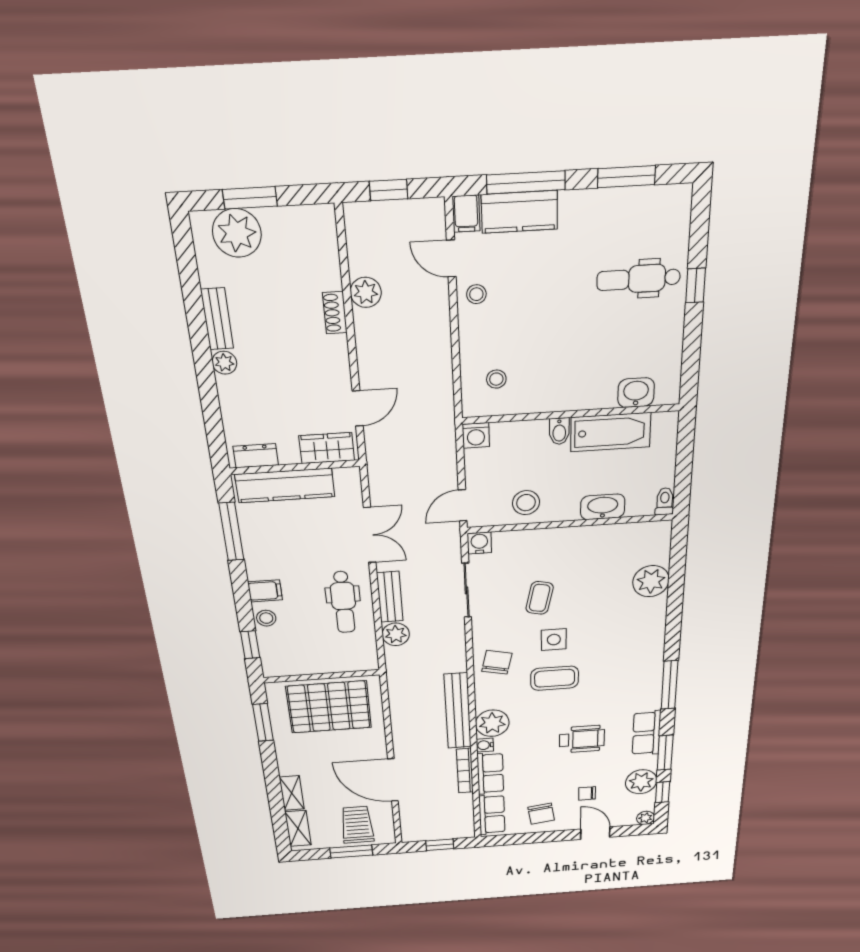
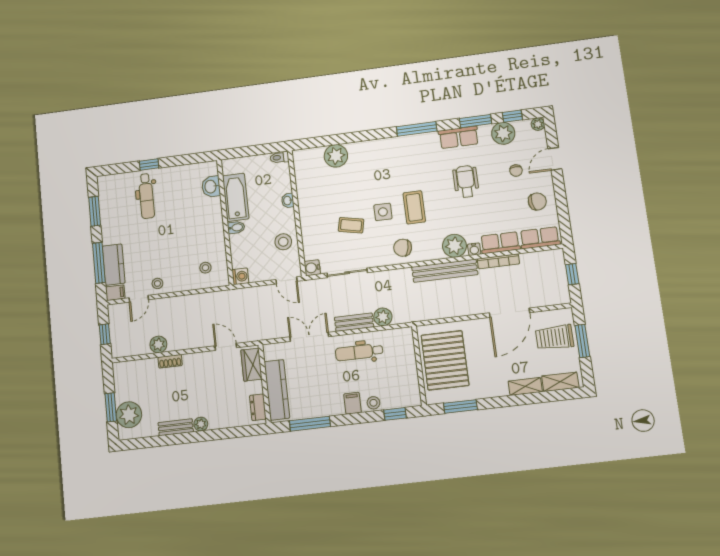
washbasin: (603, 507) -> (288, 201), width x0.52, depth x0.69
dental chair: (343, 602) -> (359, 352), turned 180

